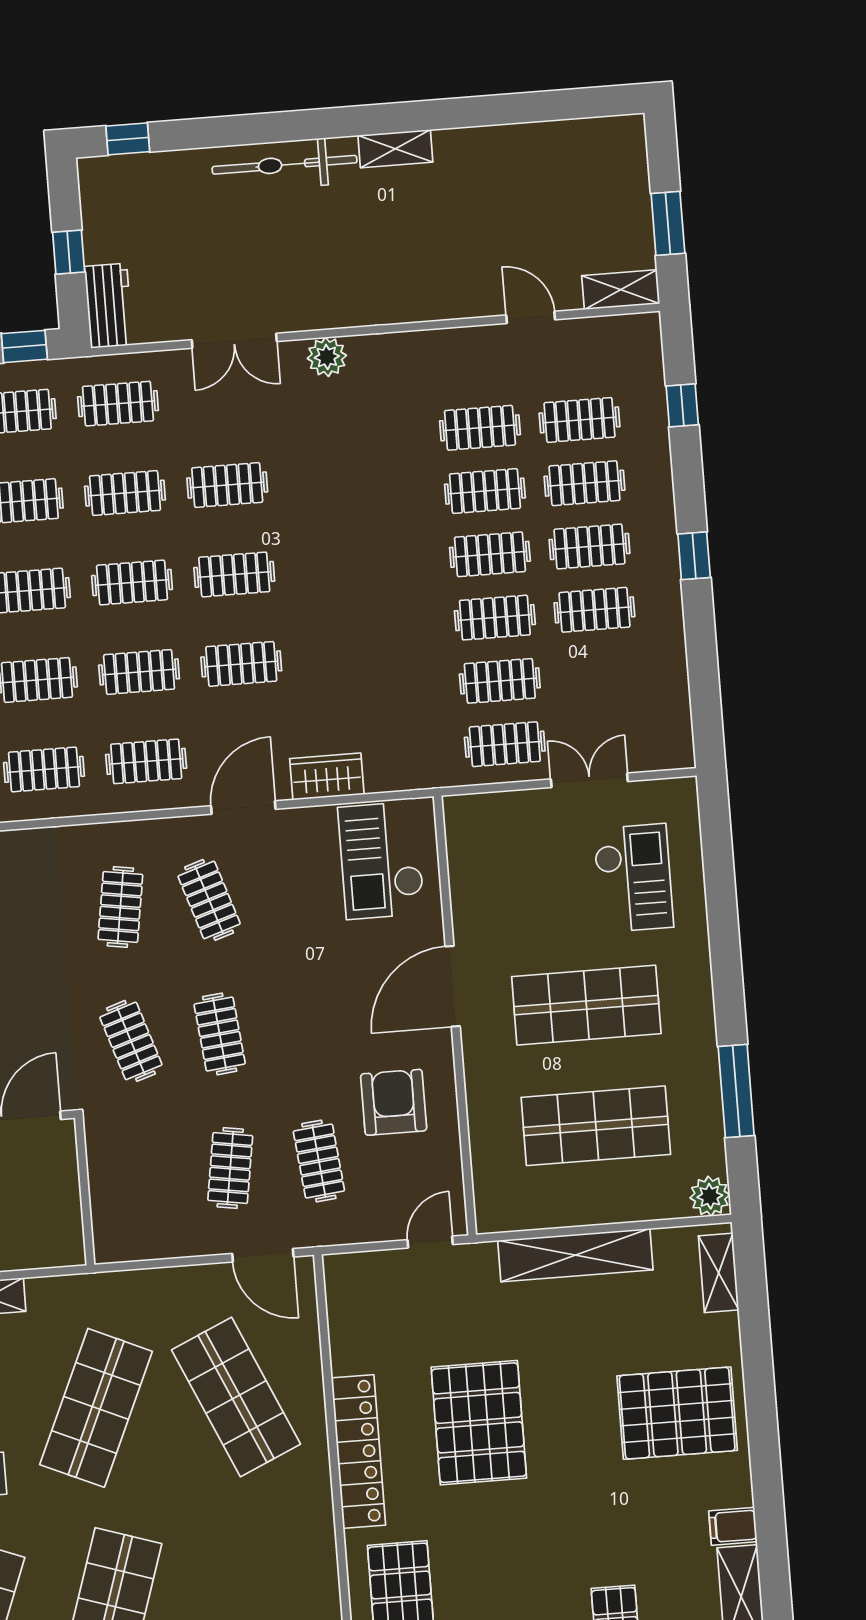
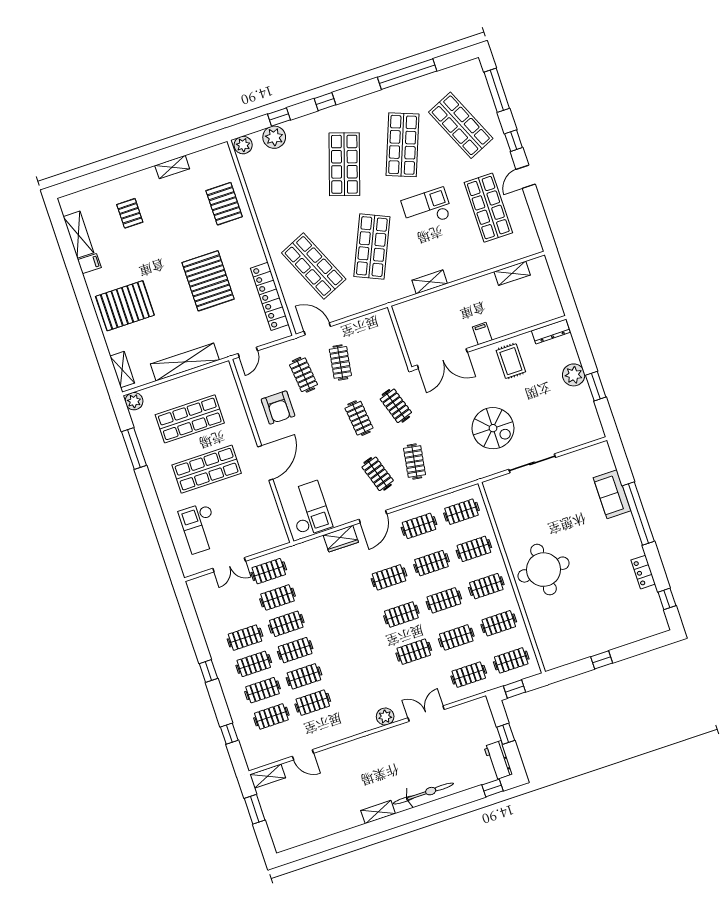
workbench: (109, 306) -> (498, 760), moved
locker: (358, 1452) -> (270, 296), moved

